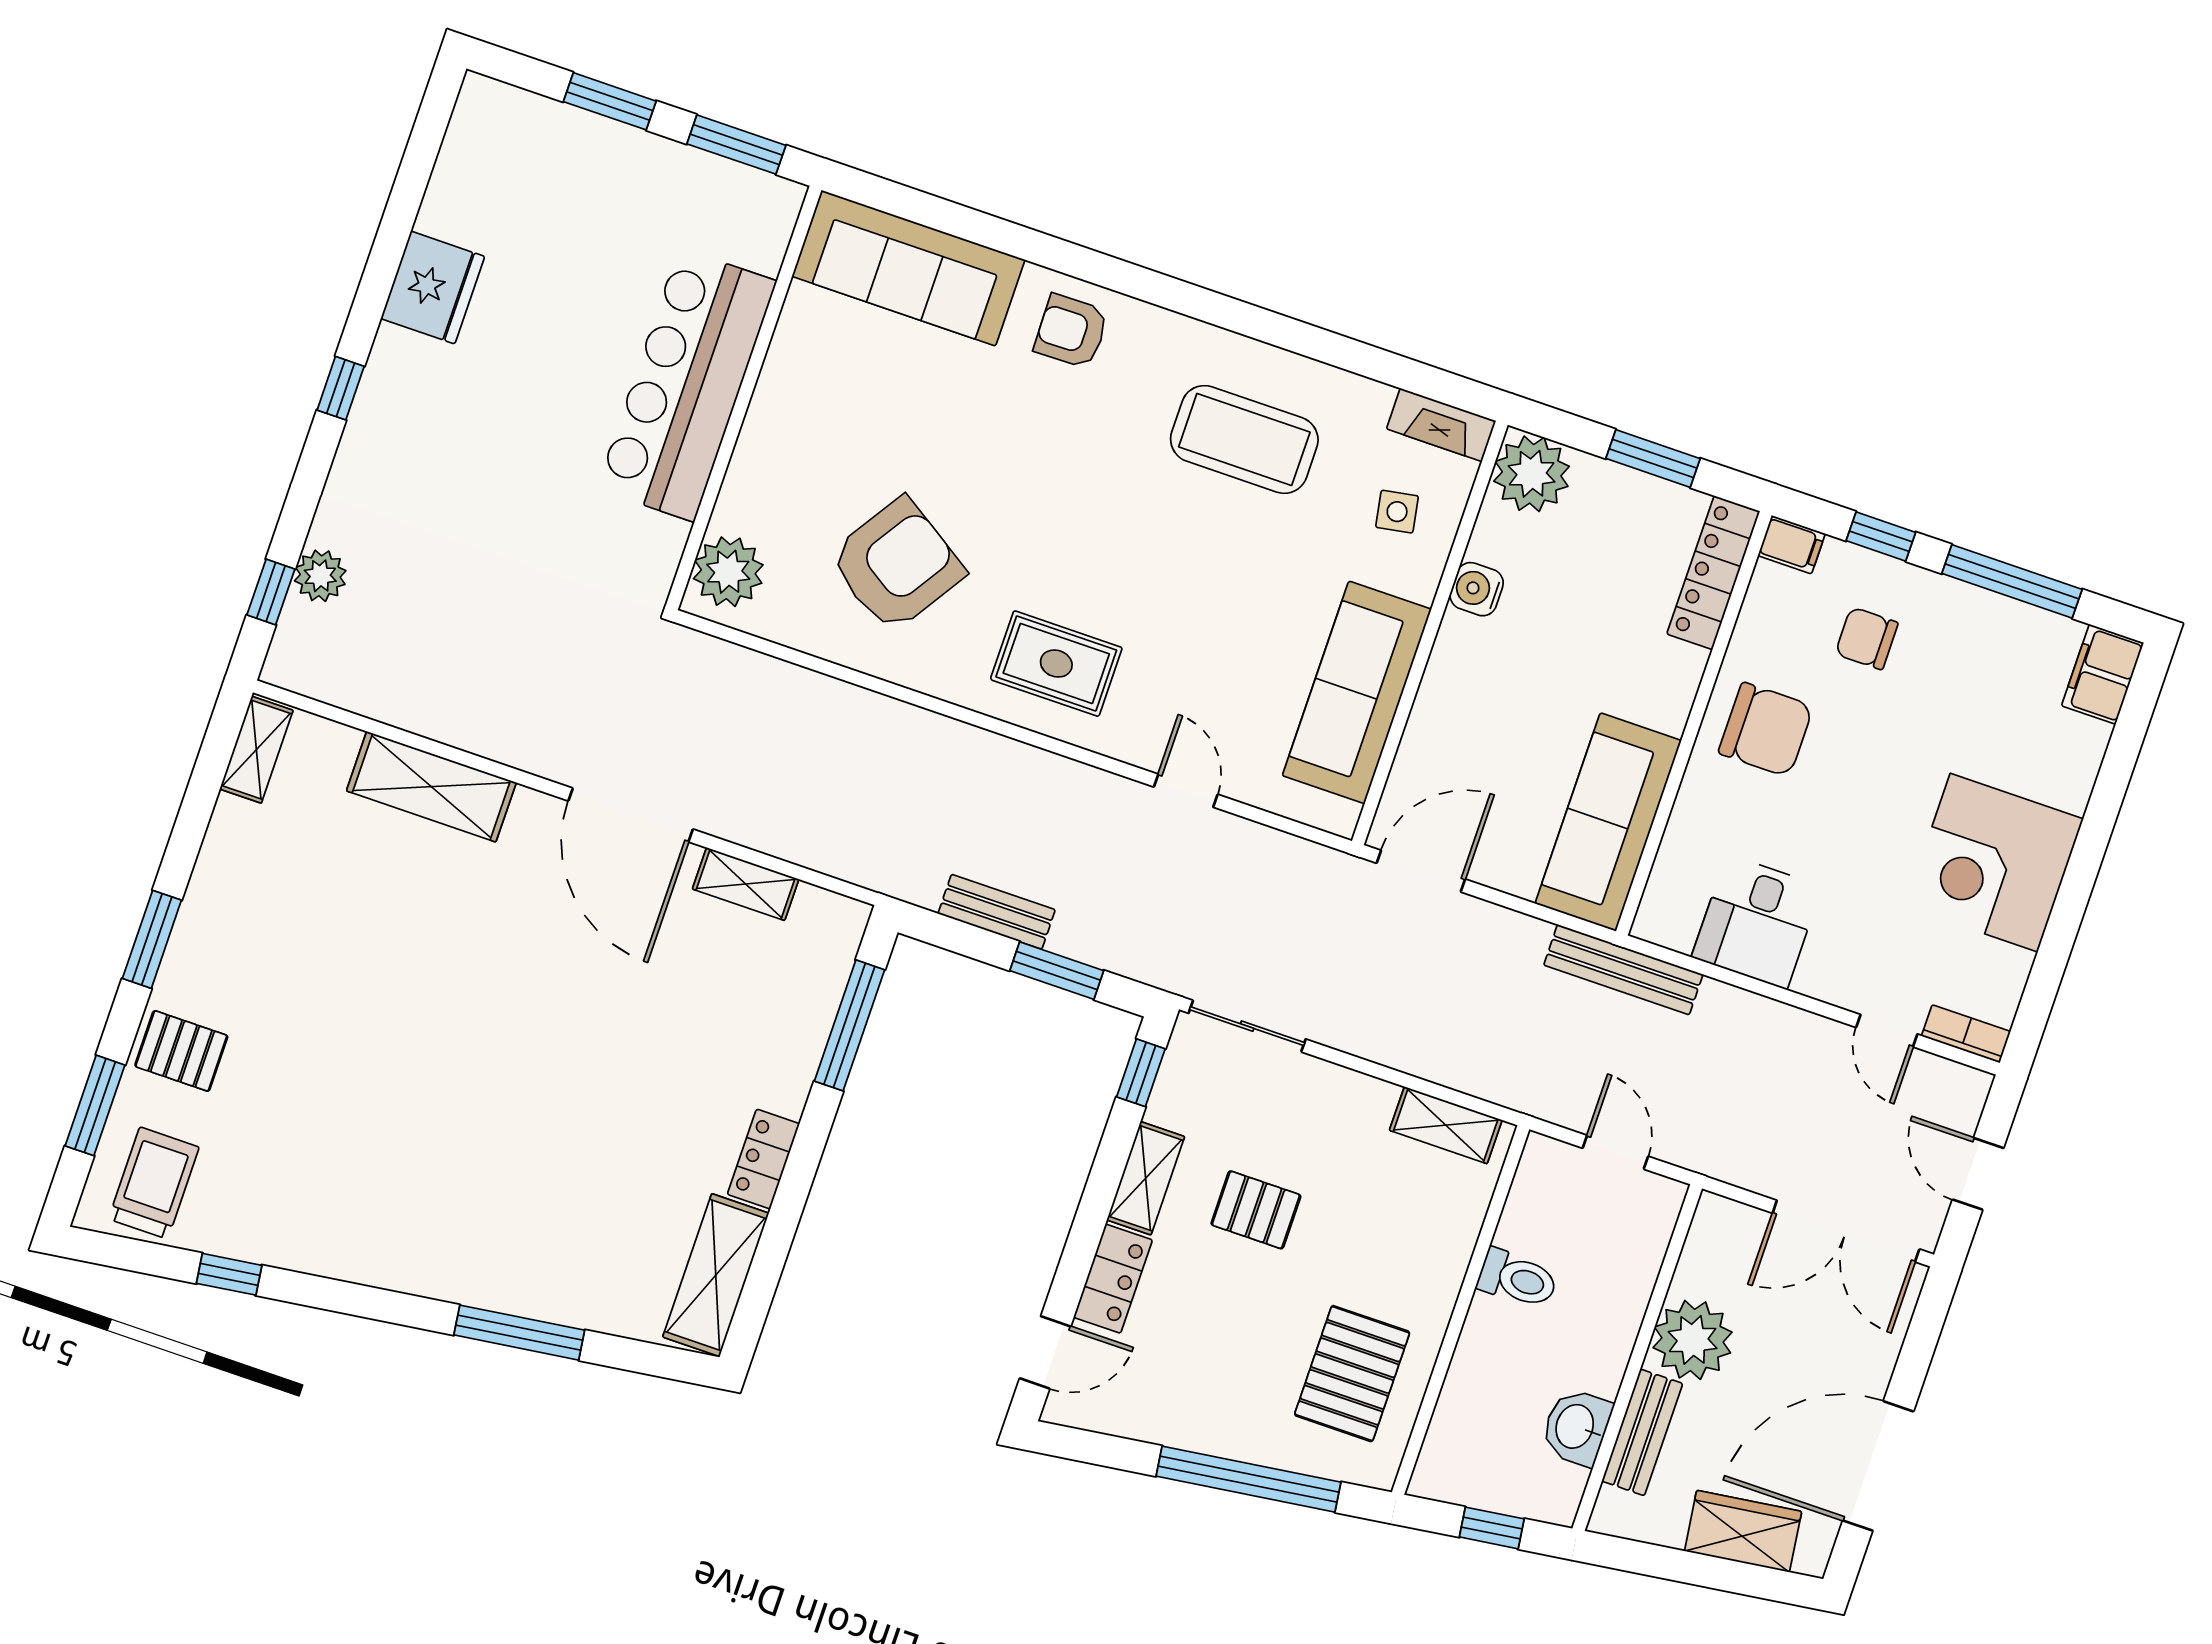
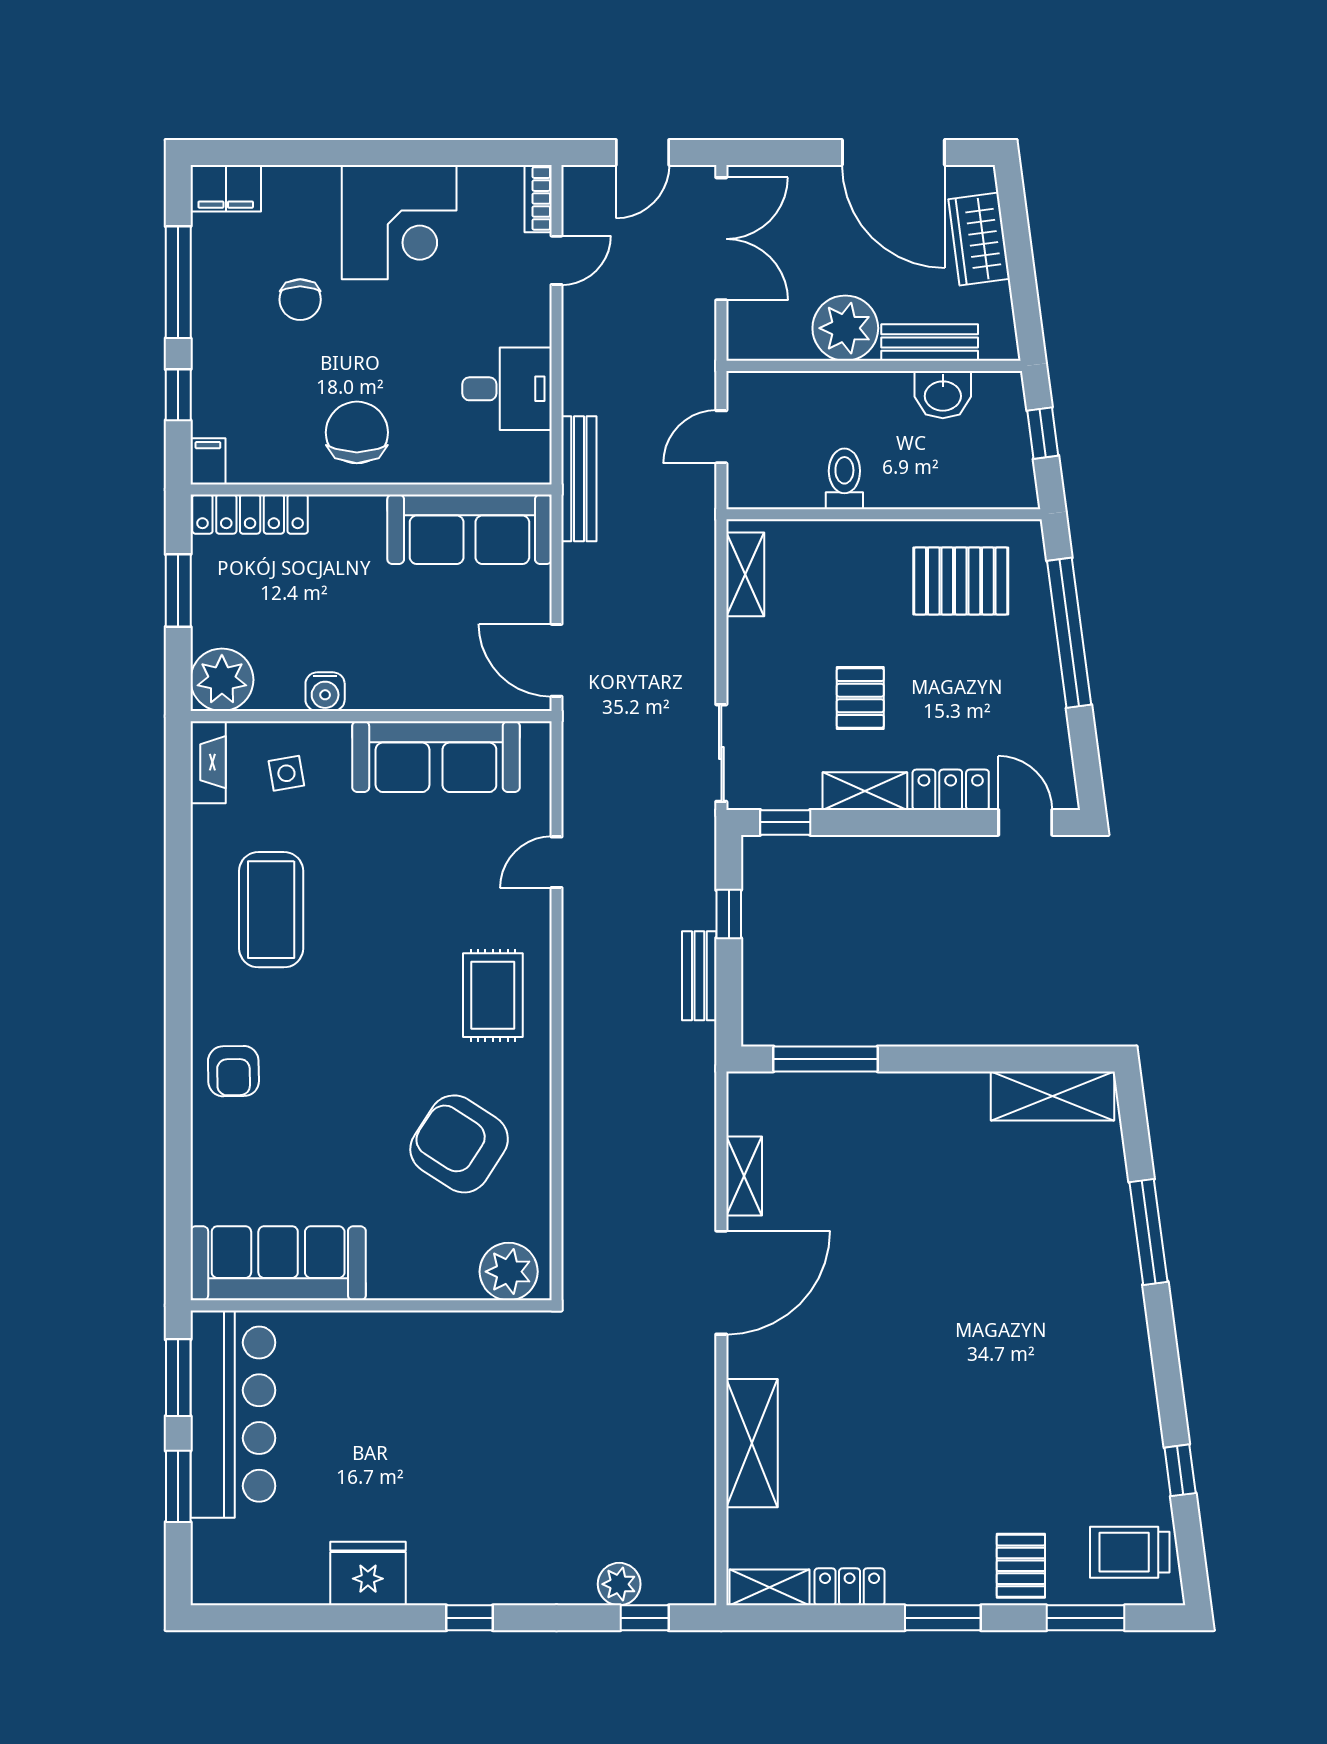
sofa: (908, 268) -> (278, 1263), moved, turned -90
bar counter: (687, 385) -> (233, 1414), moved, turned -90
chair: (1867, 638) -> (300, 300), moved
window: (1057, 971) -> (729, 914), width x0.67
locker: (763, 1159) -> (850, 1587), moved, turned 180

